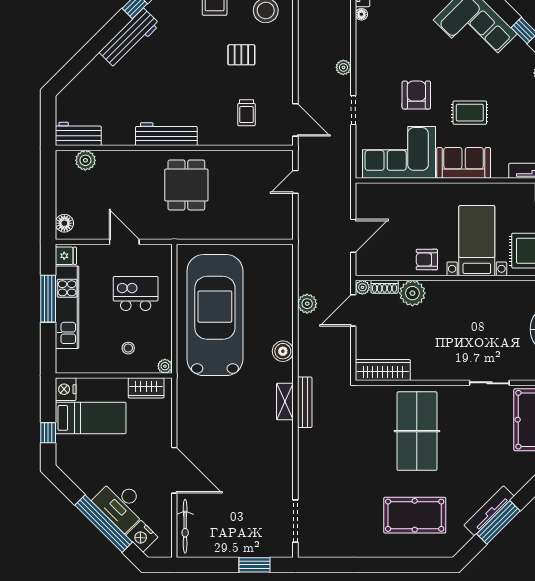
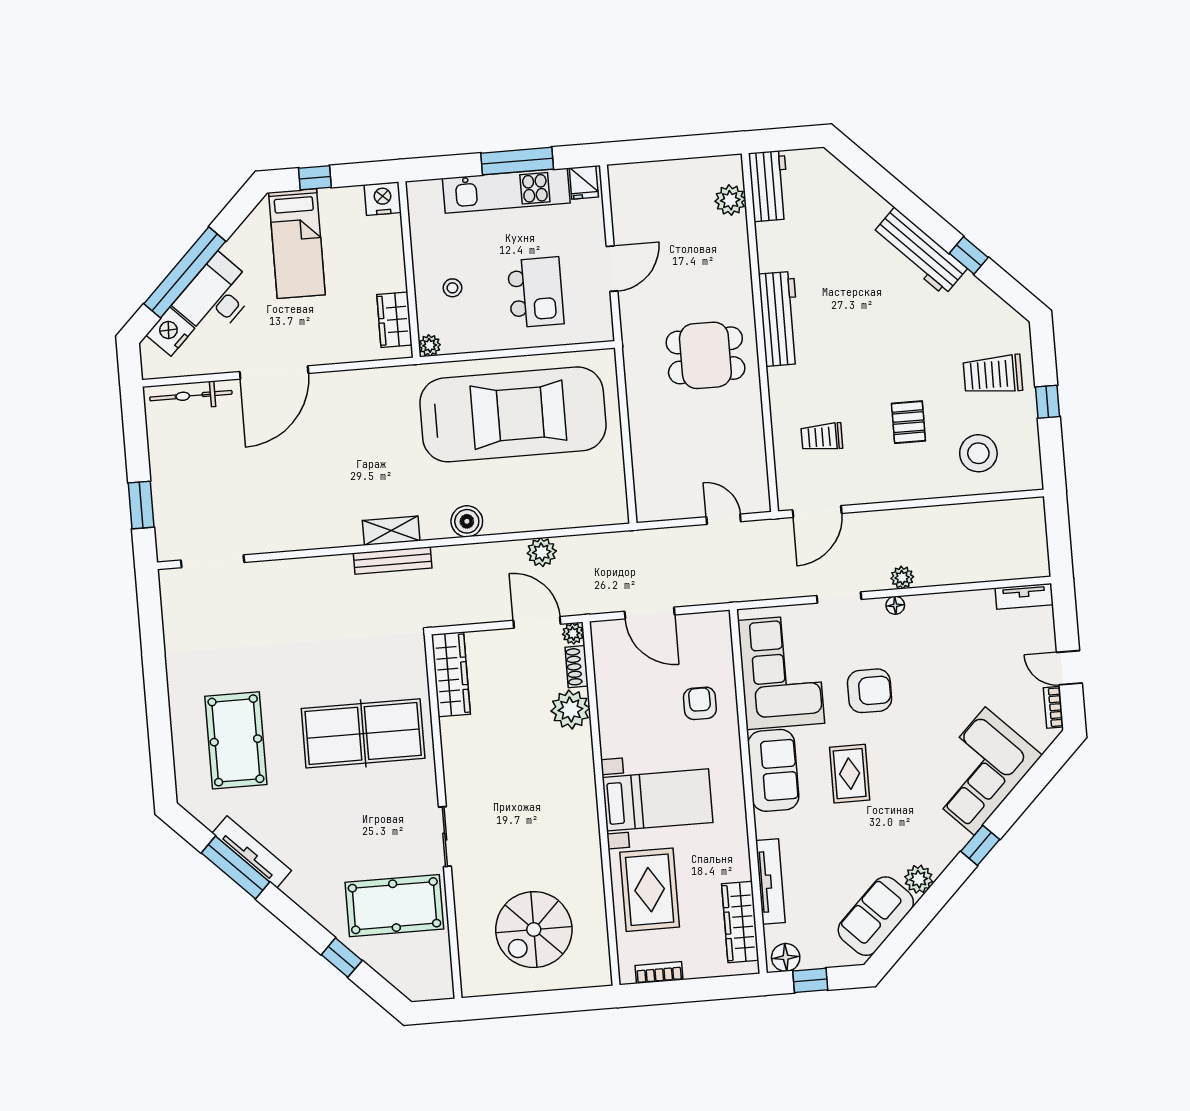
floor lamp: (361, 14) -> (895, 605), moved
floor lamp: (64, 223) -> (633, 176), removed
armchair: (427, 260) -> (700, 703), moved
bed: (91, 418) -> (297, 244), moved

